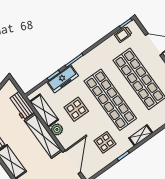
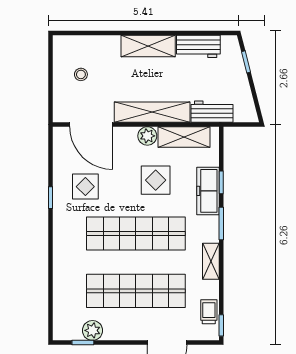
shelving: (141, 135) -> (211, 261), moved

